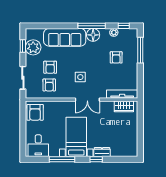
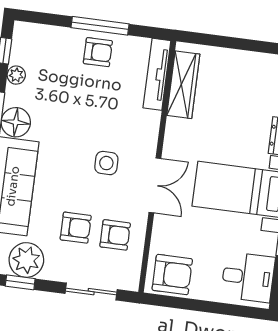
window: (140, 50) -> (100, 26), moved
armchair: (116, 57) -> (98, 52), moved
double door: (87, 100) -> (155, 185), moved
wardrobe: (124, 106) -> (183, 85), width x1.50

